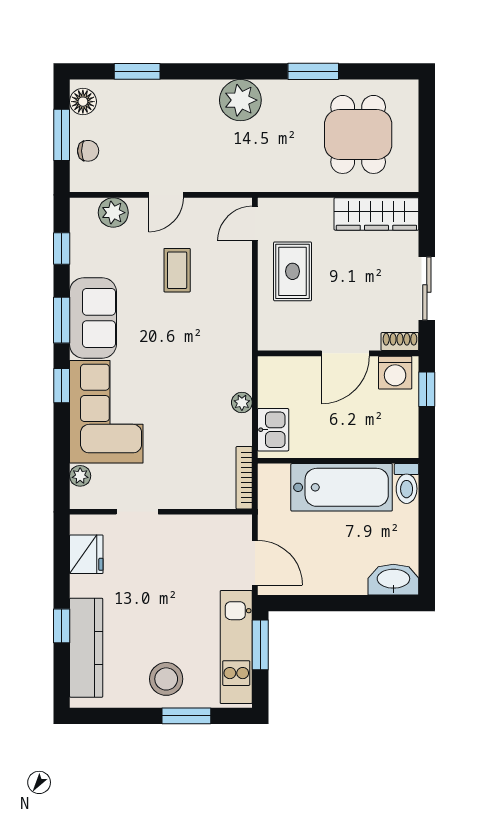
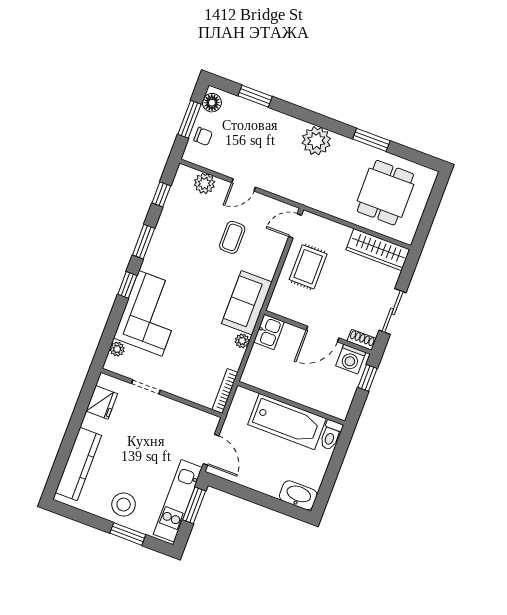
sofa: (93, 318) -> (247, 303), moved, turned 180
kitchen sink: (273, 430) -> (269, 332), moved
window: (62, 626) -> (68, 444), removed

